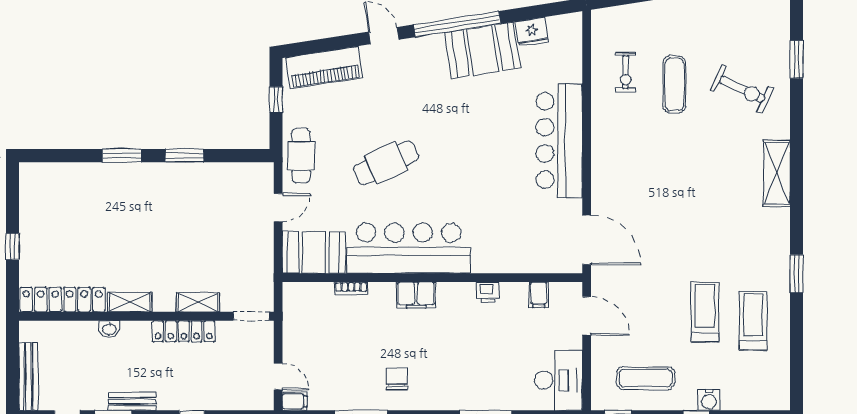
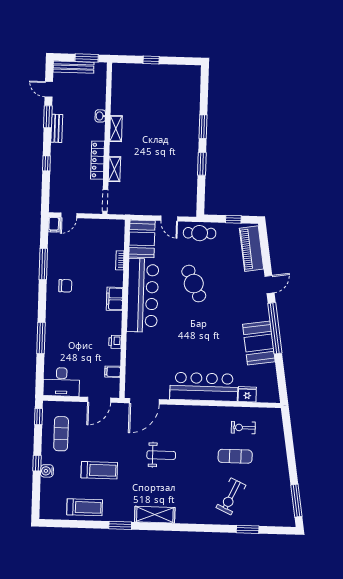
fridge: (532, 32) -> (247, 394), moved, turned 99
shelving: (777, 173) -> (155, 515), moved
weight bench: (676, 209) -> (161, 455), added
locker: (62, 300) -> (119, 89), removed
treadmill: (753, 321) -> (85, 507), moved
window: (13, 355) -> (87, 58), added

